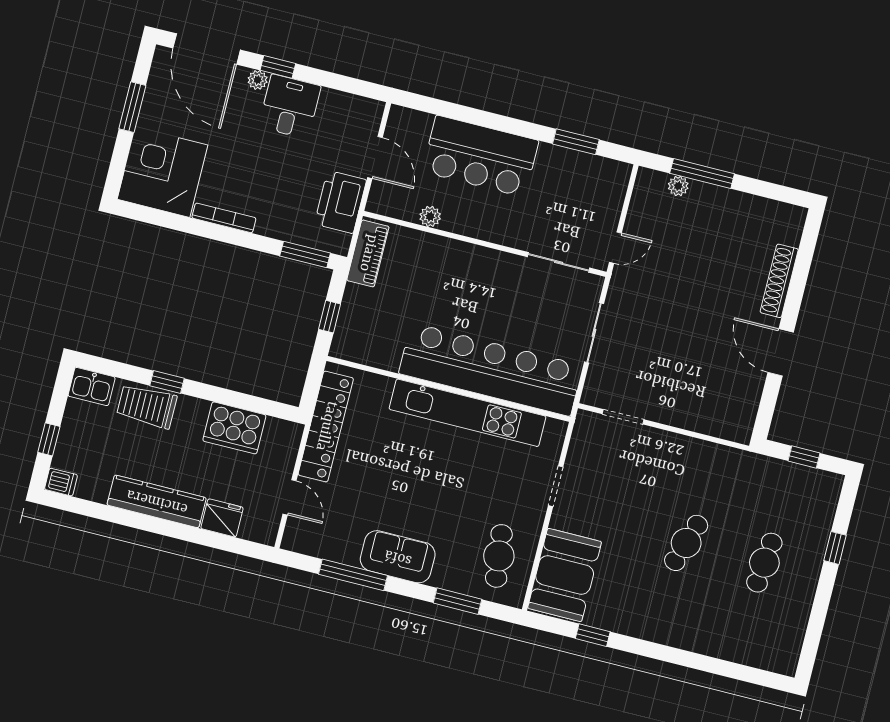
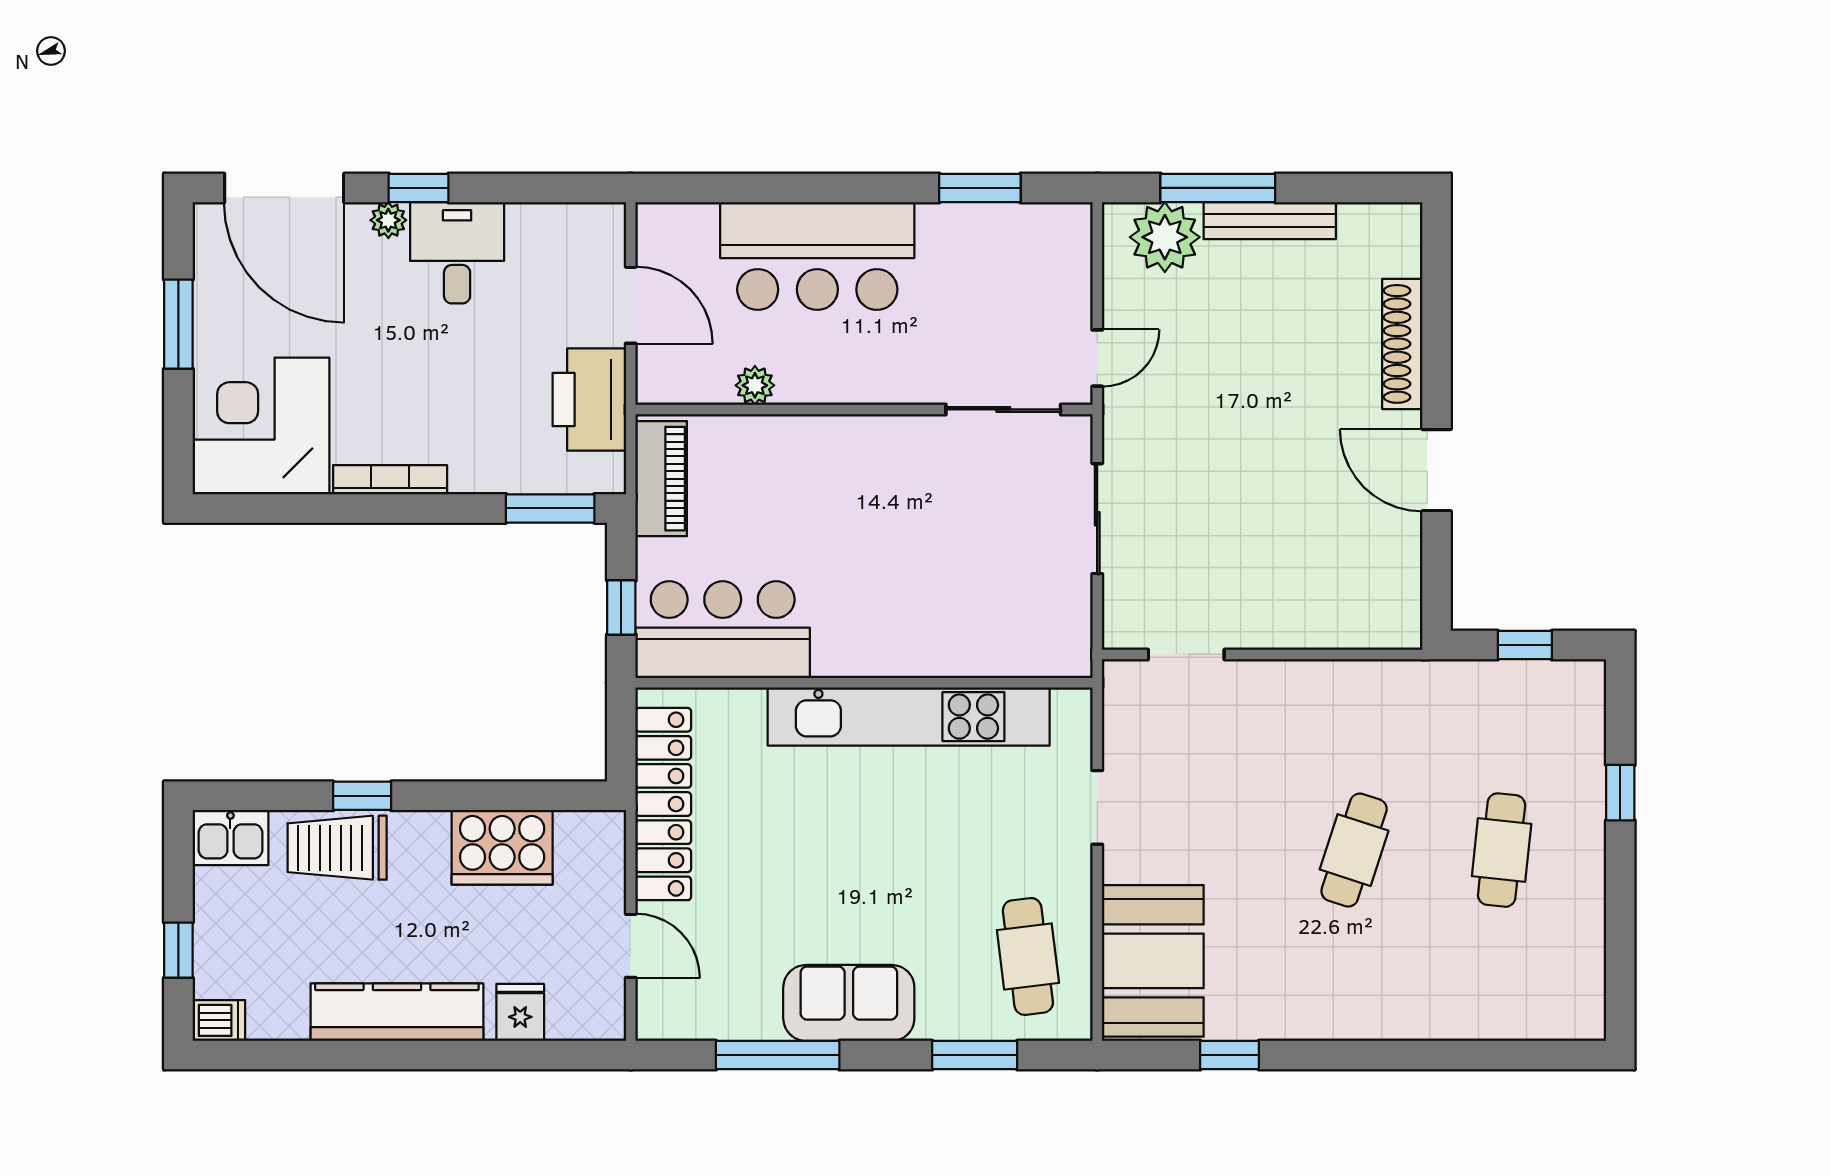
plant: (678, 186) -> (1165, 237), width x1.88, depth x1.88
bench: (725, 198) -> (1270, 221), added
bar counter: (491, 369) -> (723, 630), moved, width x0.54
fridge: (222, 518) -> (520, 1012), width x0.72

